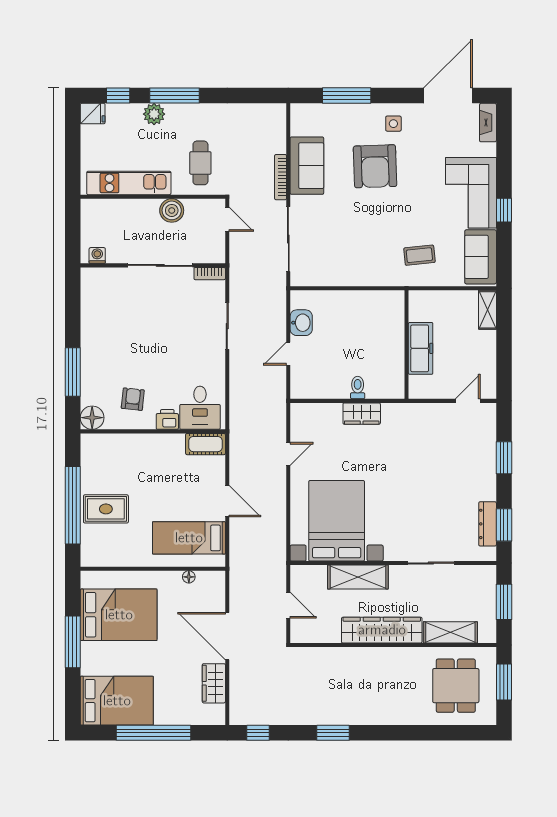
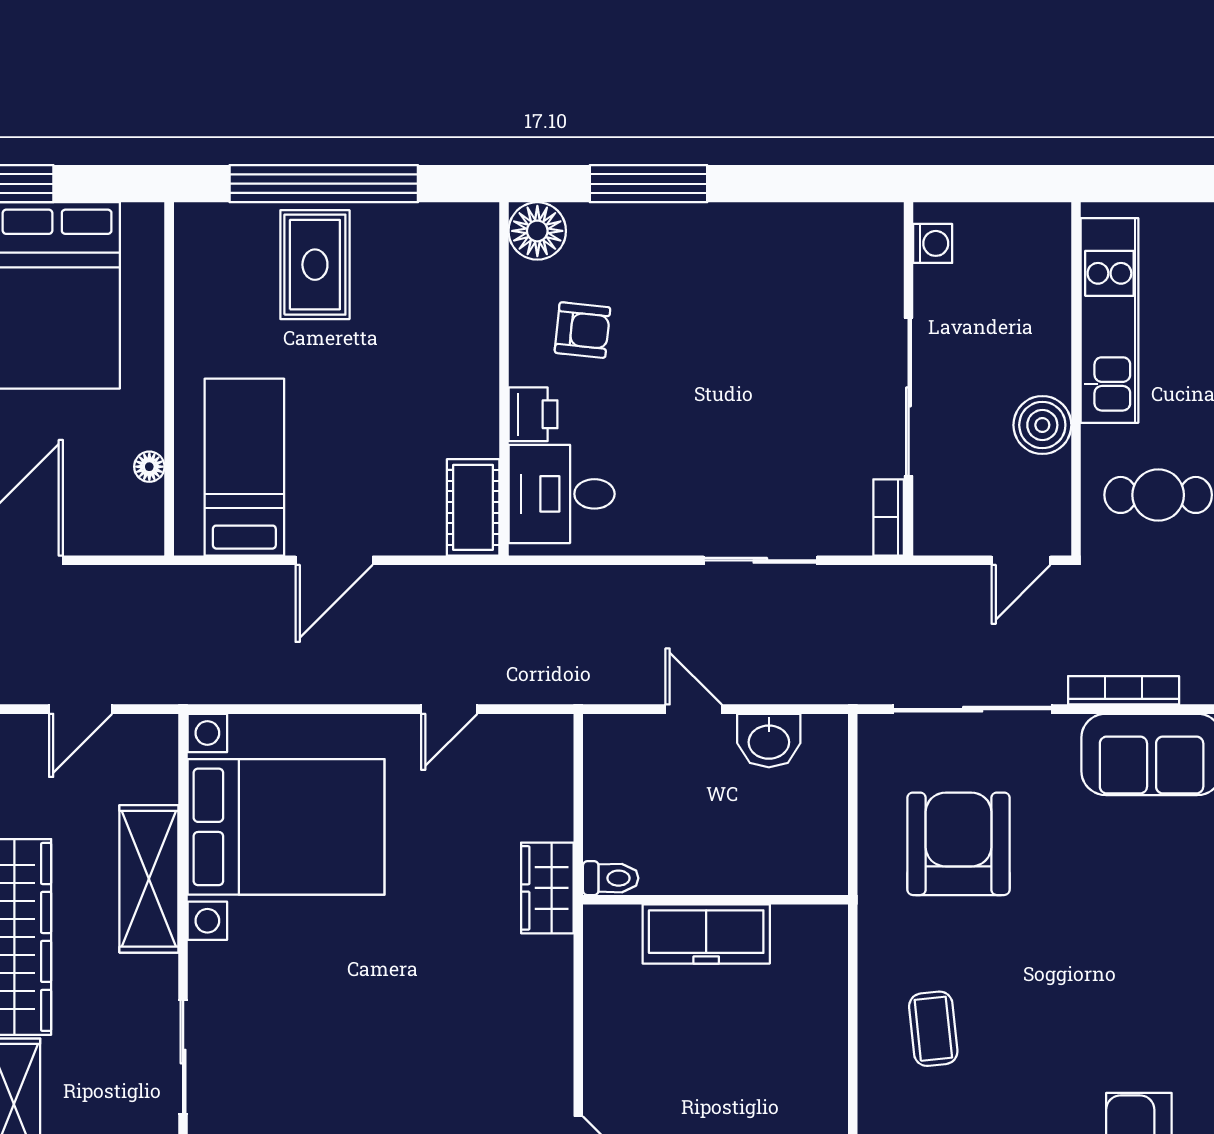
armchair: (375, 166) -> (958, 844), moved, turned 92
wall: (407, 345) -> (716, 900), moved
freezer: (421, 348) -> (706, 934), moved
door: (288, 454) -> (449, 709), hinge flipped

